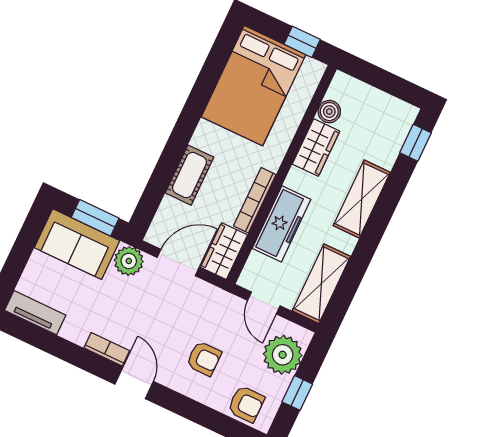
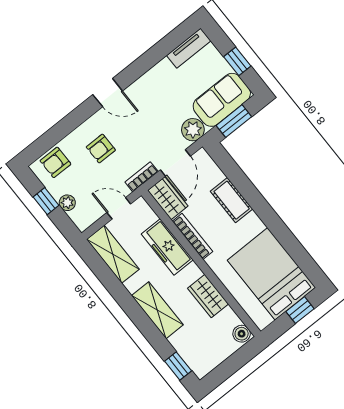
window: (302, 42) -> (300, 310), moved
boiler: (329, 112) -> (242, 334), moved
window: (23, 248) -> (237, 61), added
bookcase: (107, 349) -> (142, 177), moved, turned 180
plant: (283, 355) -> (67, 203), width x0.53, depth x0.53

